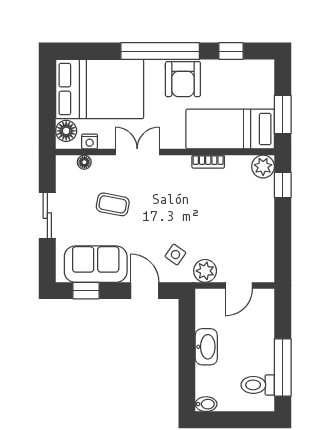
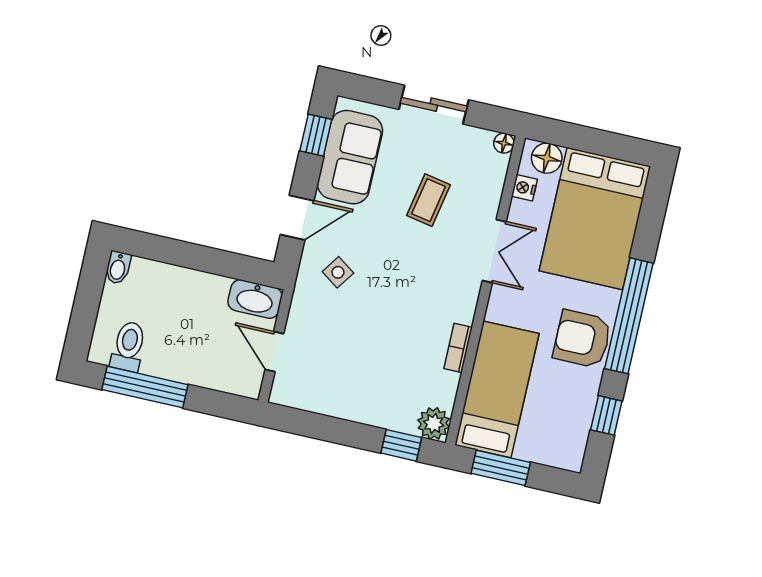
floor lamp: (84, 162) -> (504, 143), moved
plant: (205, 271) -> (306, 309), removed
washbasin: (206, 347) -> (255, 299), moved

